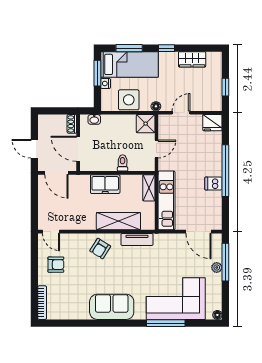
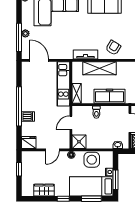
freezer: (105, 184) -> (109, 96), width x1.40
dishwasher: (213, 184) -> (28, 117), moved

